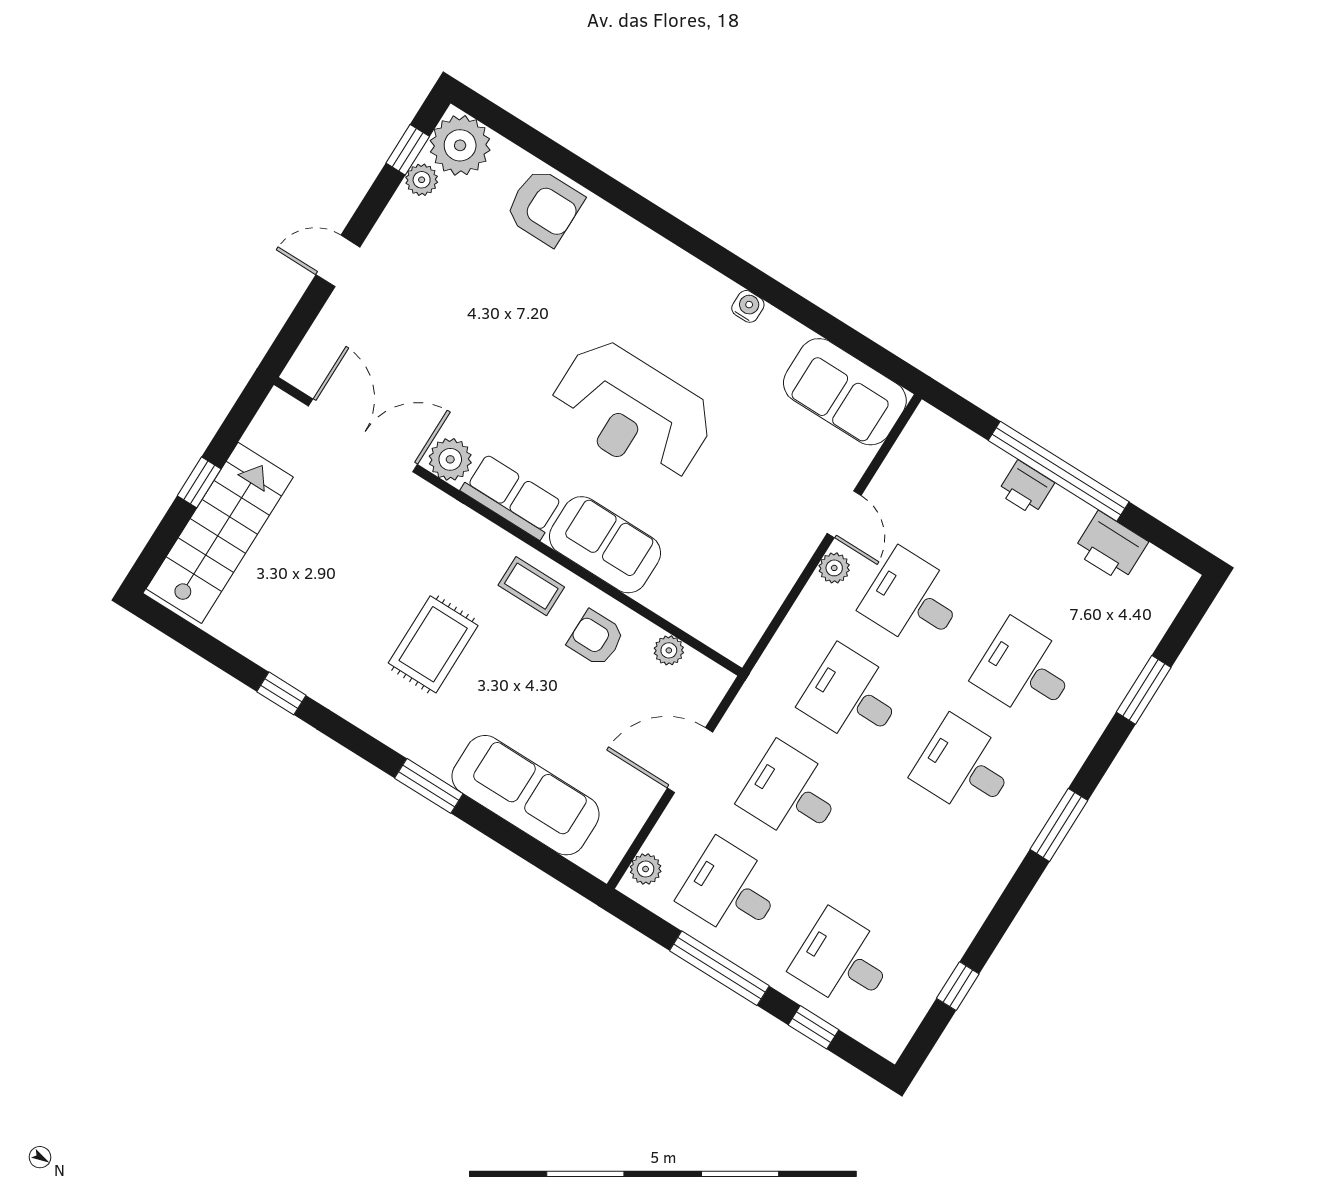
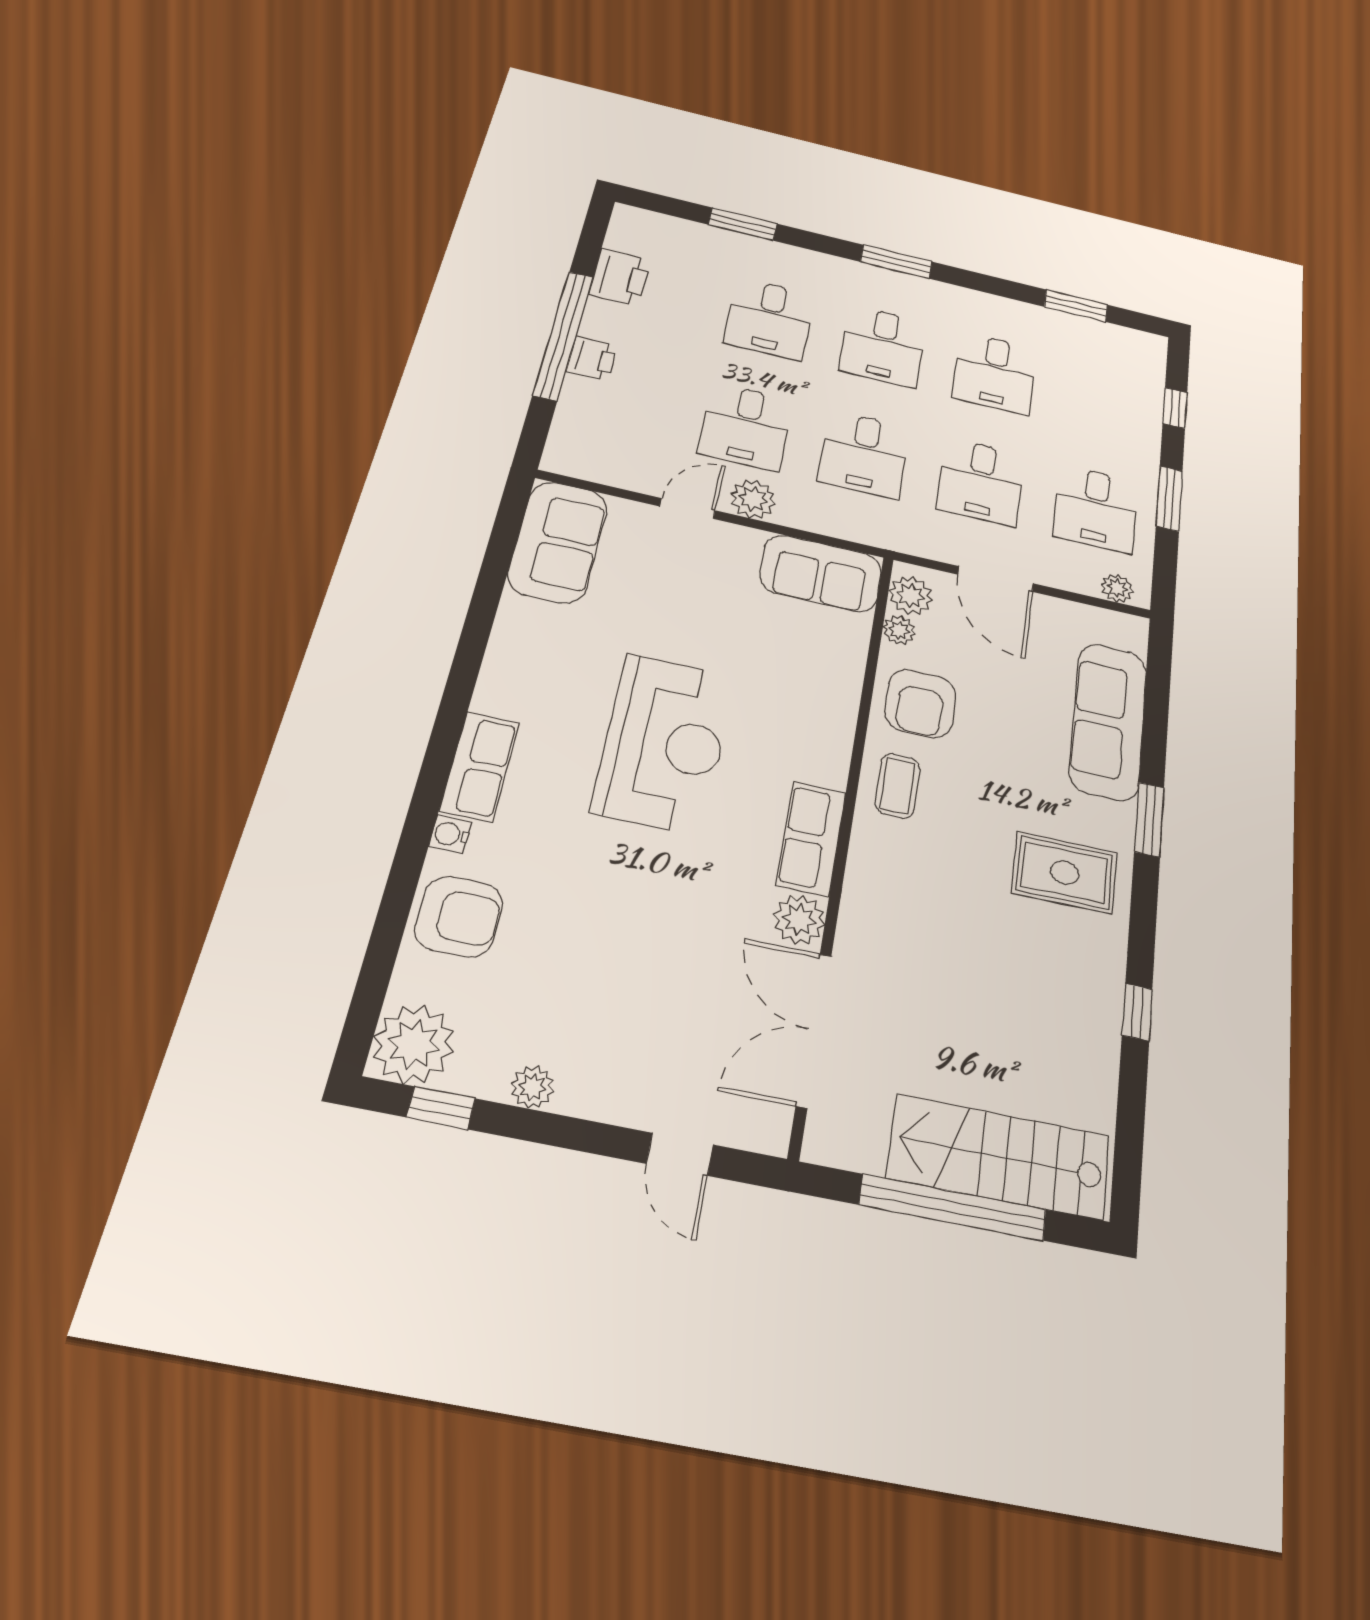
plant: (422, 180) -> (532, 1087), moved
armchair: (544, 207) -> (459, 917), turned 90
door: (338, 261) -> (680, 1154), moved
row of seats: (661, 261) -> (480, 766), added
water cooler: (748, 306) -> (450, 834), moved
window: (199, 482) -> (953, 1207), width x3.17
sofa: (605, 545) -> (821, 573), moved, turned -90
plant: (834, 568) -> (753, 499), width x1.38, depth x1.38
armchair: (596, 638) -> (920, 704), width x1.38, depth x1.38
rug: (433, 644) -> (1065, 873), moved
plant: (699, 675) -> (910, 595), added
desk: (843, 961) -> (995, 373), moved
window: (719, 968) -> (1169, 498), width x0.69
window: (958, 986) -> (1076, 306), width x1.50

